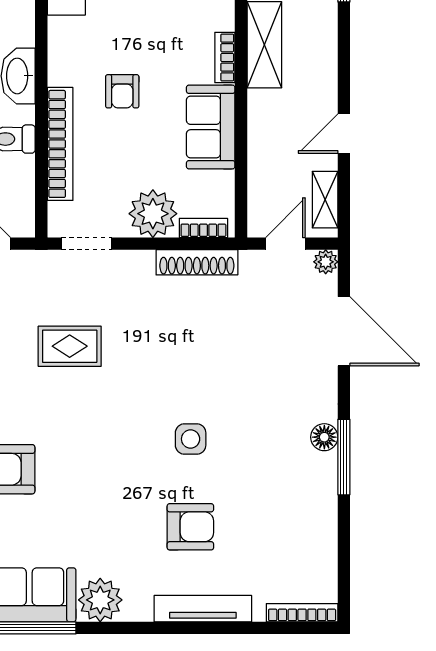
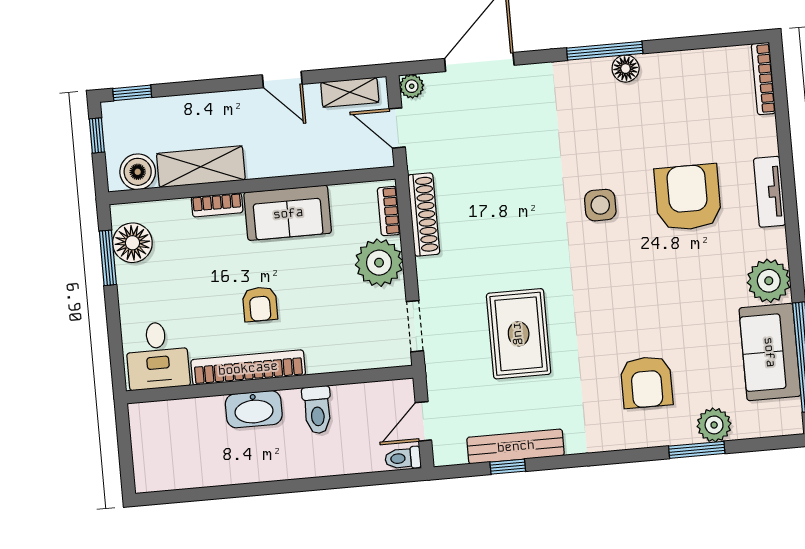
armchair: (122, 91) -> (260, 304), turned 90
bookcase: (60, 144) -> (248, 368), moved
rug: (70, 346) -> (519, 334), width x1.36, depth x1.43
floor lamp: (324, 437) -> (626, 69), moved
armchair: (190, 527) -> (688, 197), width x1.36, depth x1.36
tv unit: (203, 609) -> (770, 192), width x0.71

